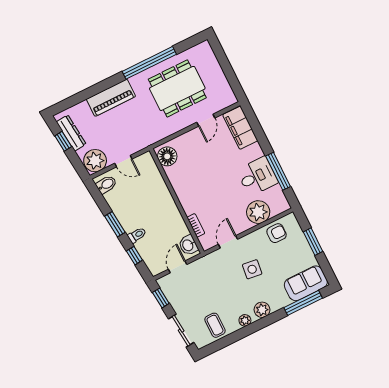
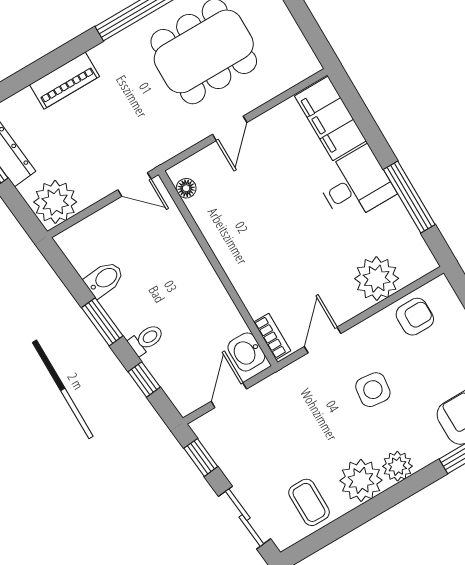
piano: (111, 98) -> (65, 81), width x0.73, depth x0.75
door: (206, 120) -> (230, 128), moved
floor lamp: (167, 156) -> (186, 188), width x0.53, depth x0.53
door: (123, 161) -> (135, 184), moved
desk: (257, 176) -> (355, 185), moved
bidet: (106, 184) -> (104, 279), moved
bookcase: (196, 225) -> (272, 336), moved
plant: (245, 320) -> (361, 480), width x1.88, depth x1.88

